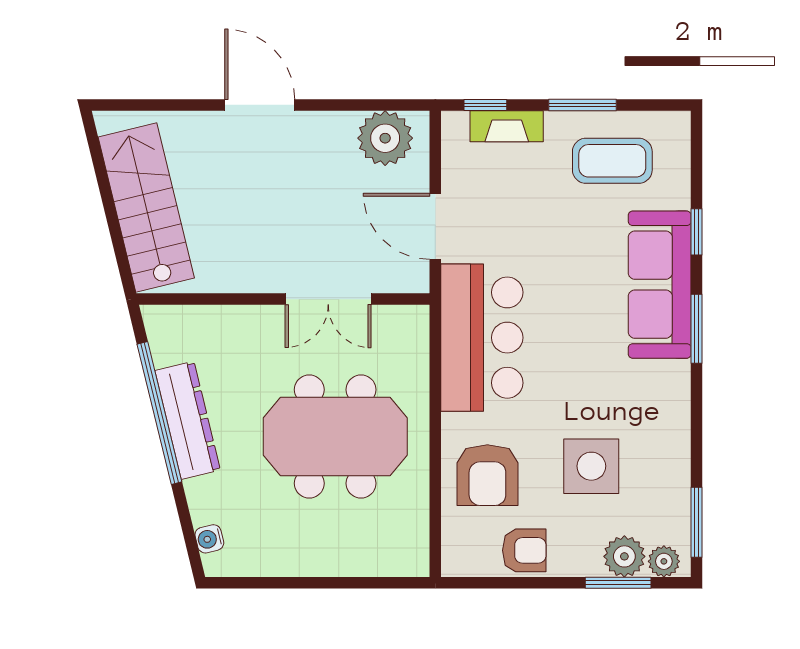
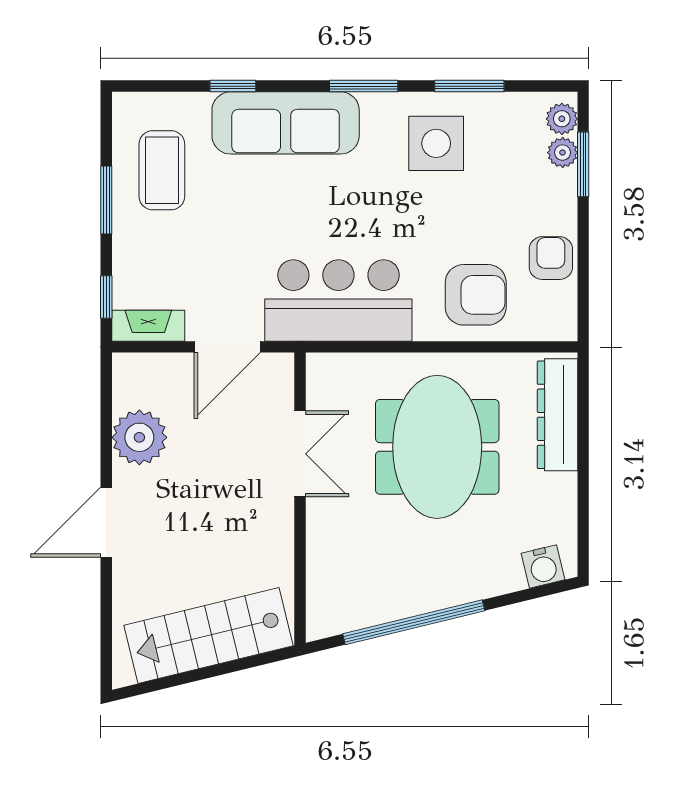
fireplace: (507, 126) -> (148, 326), moved, turned -90
plant: (385, 138) -> (139, 437), moved
window: (697, 329) -> (364, 86), moved
dresser: (188, 420) -> (558, 415), moved, turned -76
side table: (591, 466) -> (436, 143), moved
window: (697, 522) -> (469, 86), moved
water cooler: (209, 539) -> (543, 566), width x1.38, depth x1.38
plant: (624, 556) -> (563, 153), width x0.73, depth x0.73

